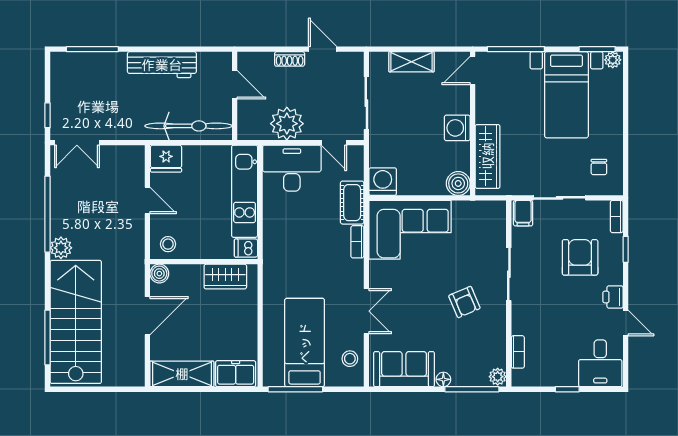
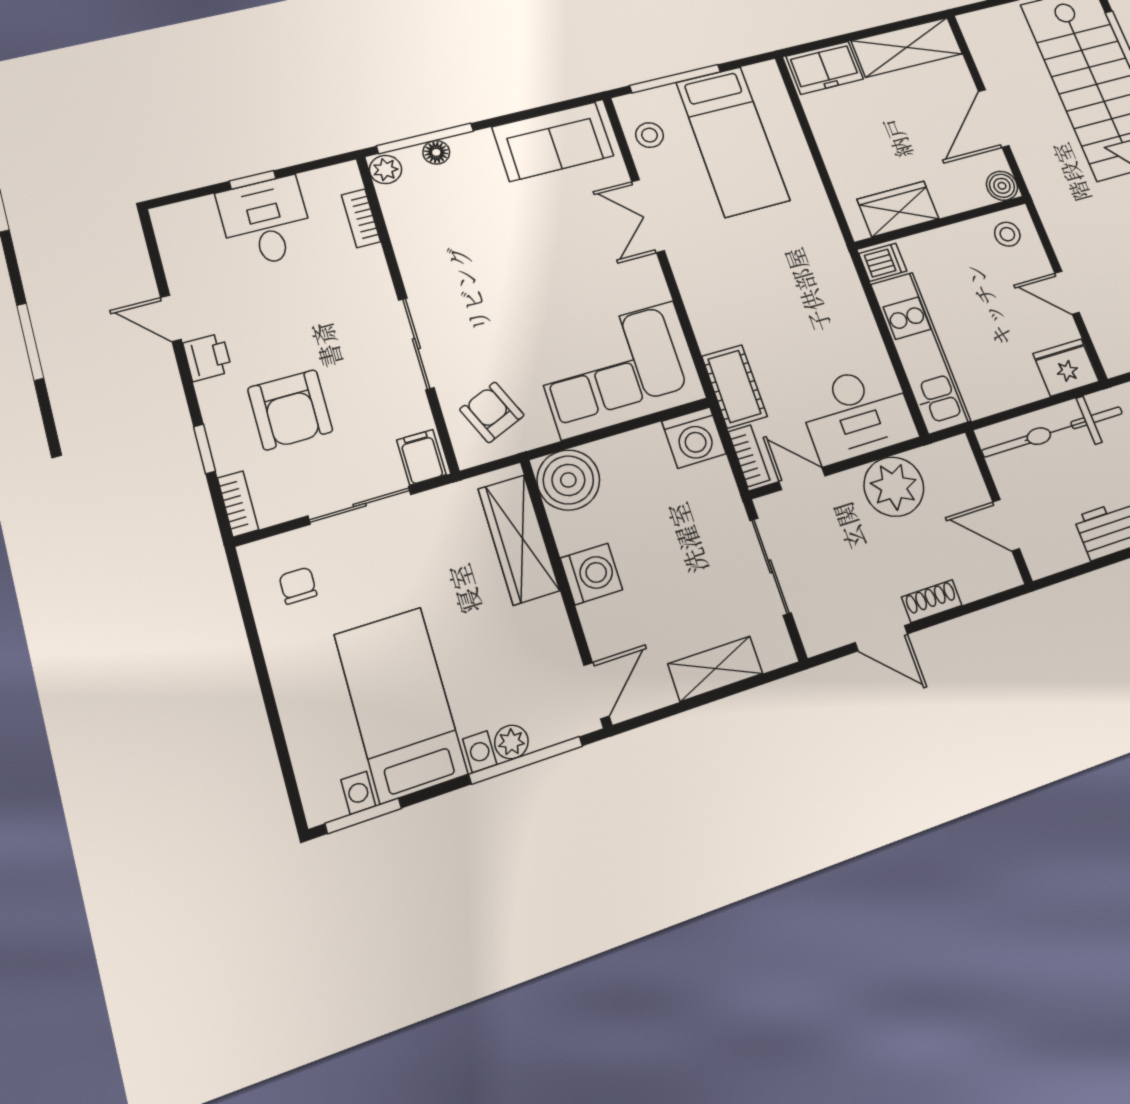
plant: (613, 60) -> (511, 742), moved
boiler: (458, 183) -> (568, 480), width x1.37, depth x1.37
bookcase: (357, 242) -> (749, 456), moved
armchair: (464, 302) -> (492, 412), moved
desk: (600, 363) -> (266, 222), moved
floor lamp: (443, 379) -> (436, 152), moved
window: (295, 389) -> (675, 79), moved

